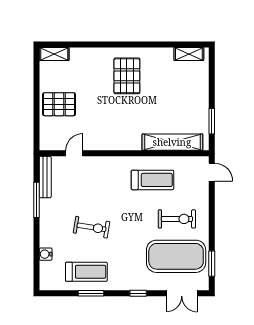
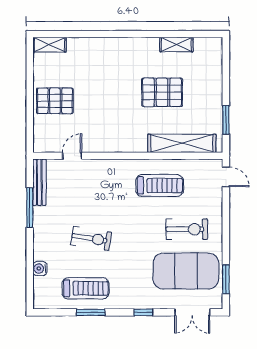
shelving: (189, 54) -> (176, 44), moved
pallet: (127, 76) -> (162, 92), moved, turned 90

